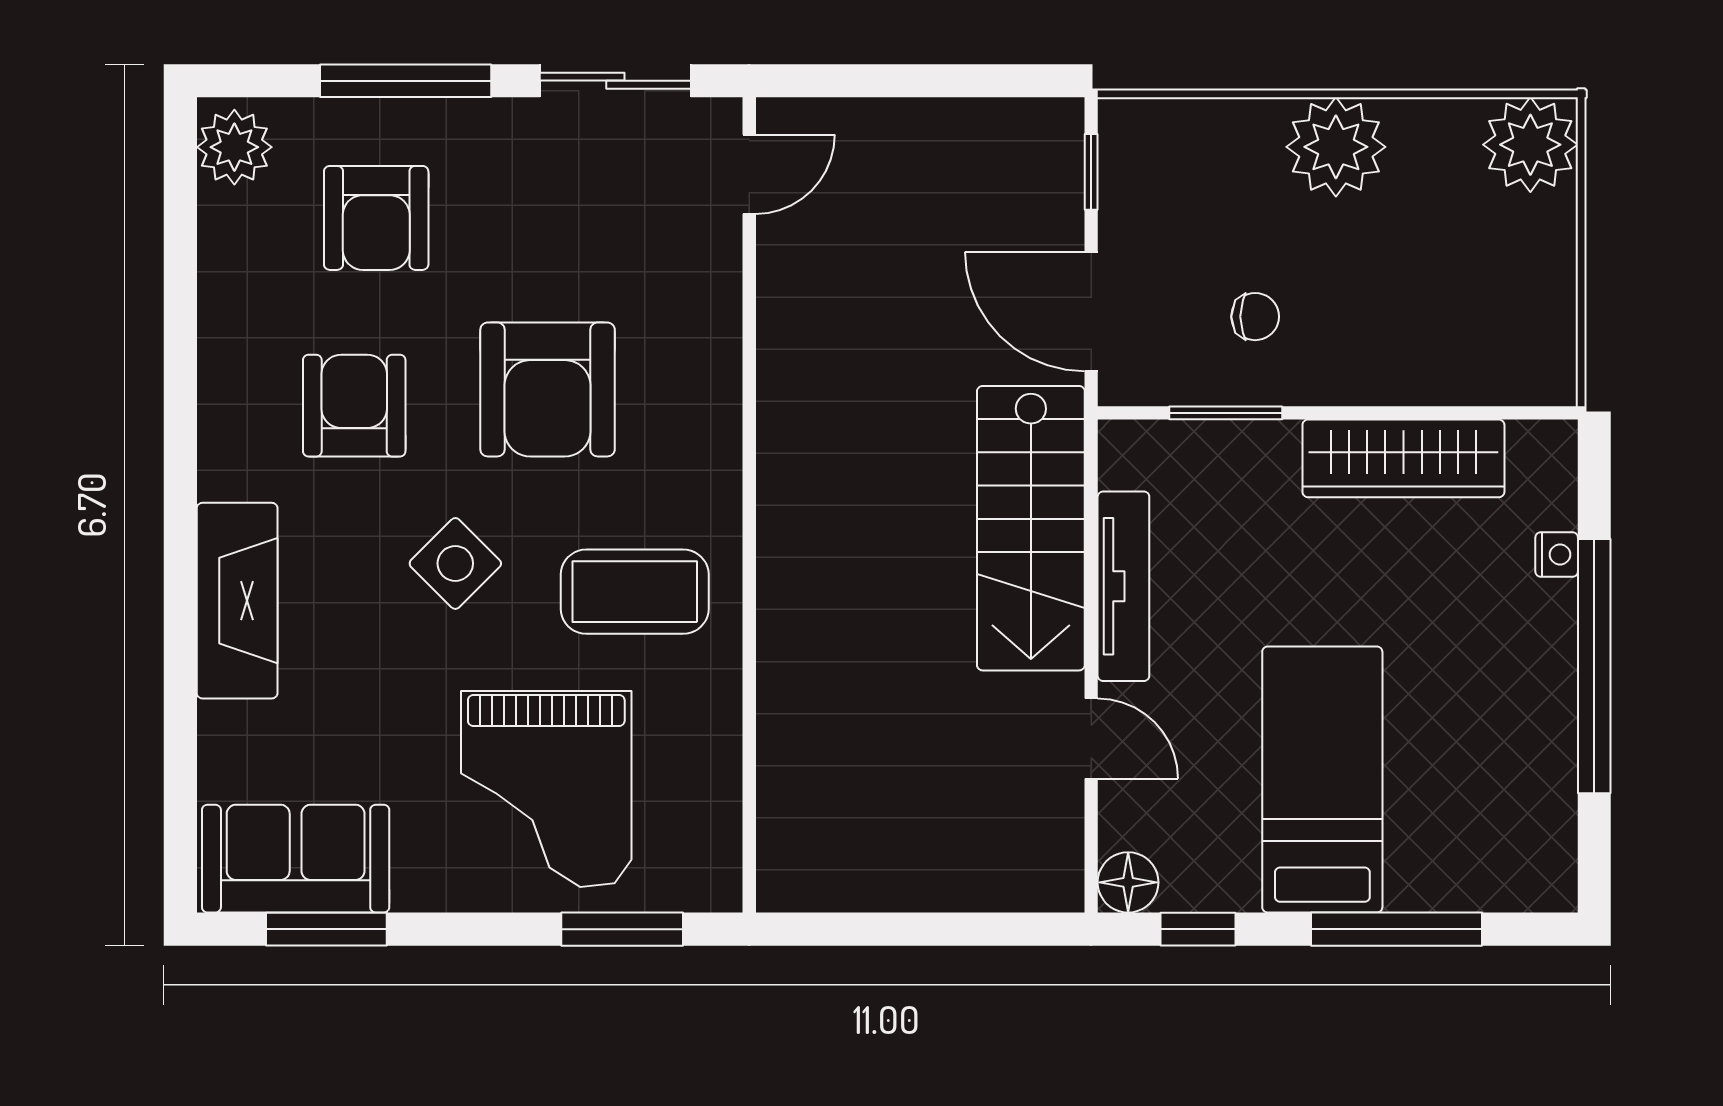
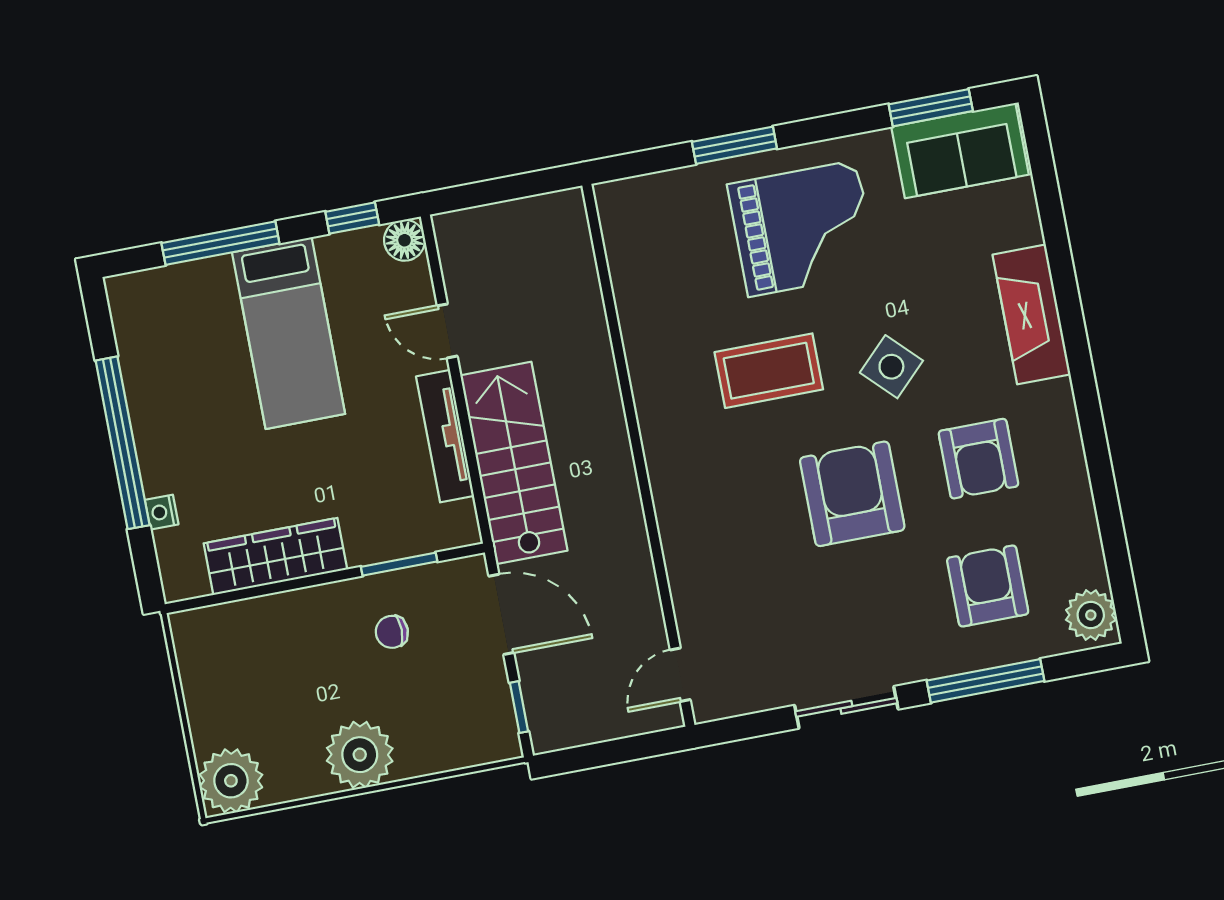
door: (749, 174) -> (680, 675), moved
wall: (749, 505) -> (638, 455), moved
grand piano: (546, 789) -> (802, 228), turned 90

